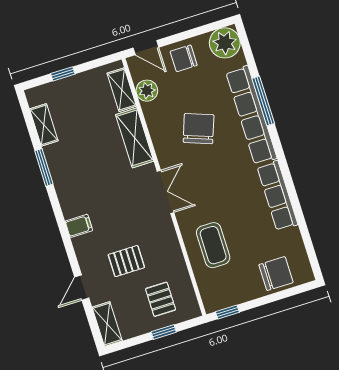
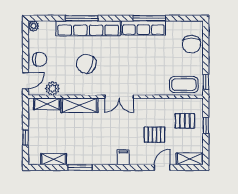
plant: (225, 43) -> (33, 26), width x0.53, depth x0.53
chair: (184, 58) -> (40, 59), turned -90
double door: (166, 192) -> (119, 97), swing flipped
window: (294, 200) -> (149, 18), added
coffee table: (213, 245) -> (184, 85), moved
pallet: (126, 261) -> (154, 135), turned 90
chair: (276, 274) -> (192, 44), turned 180
door: (82, 288) -> (162, 168), swing flipped

